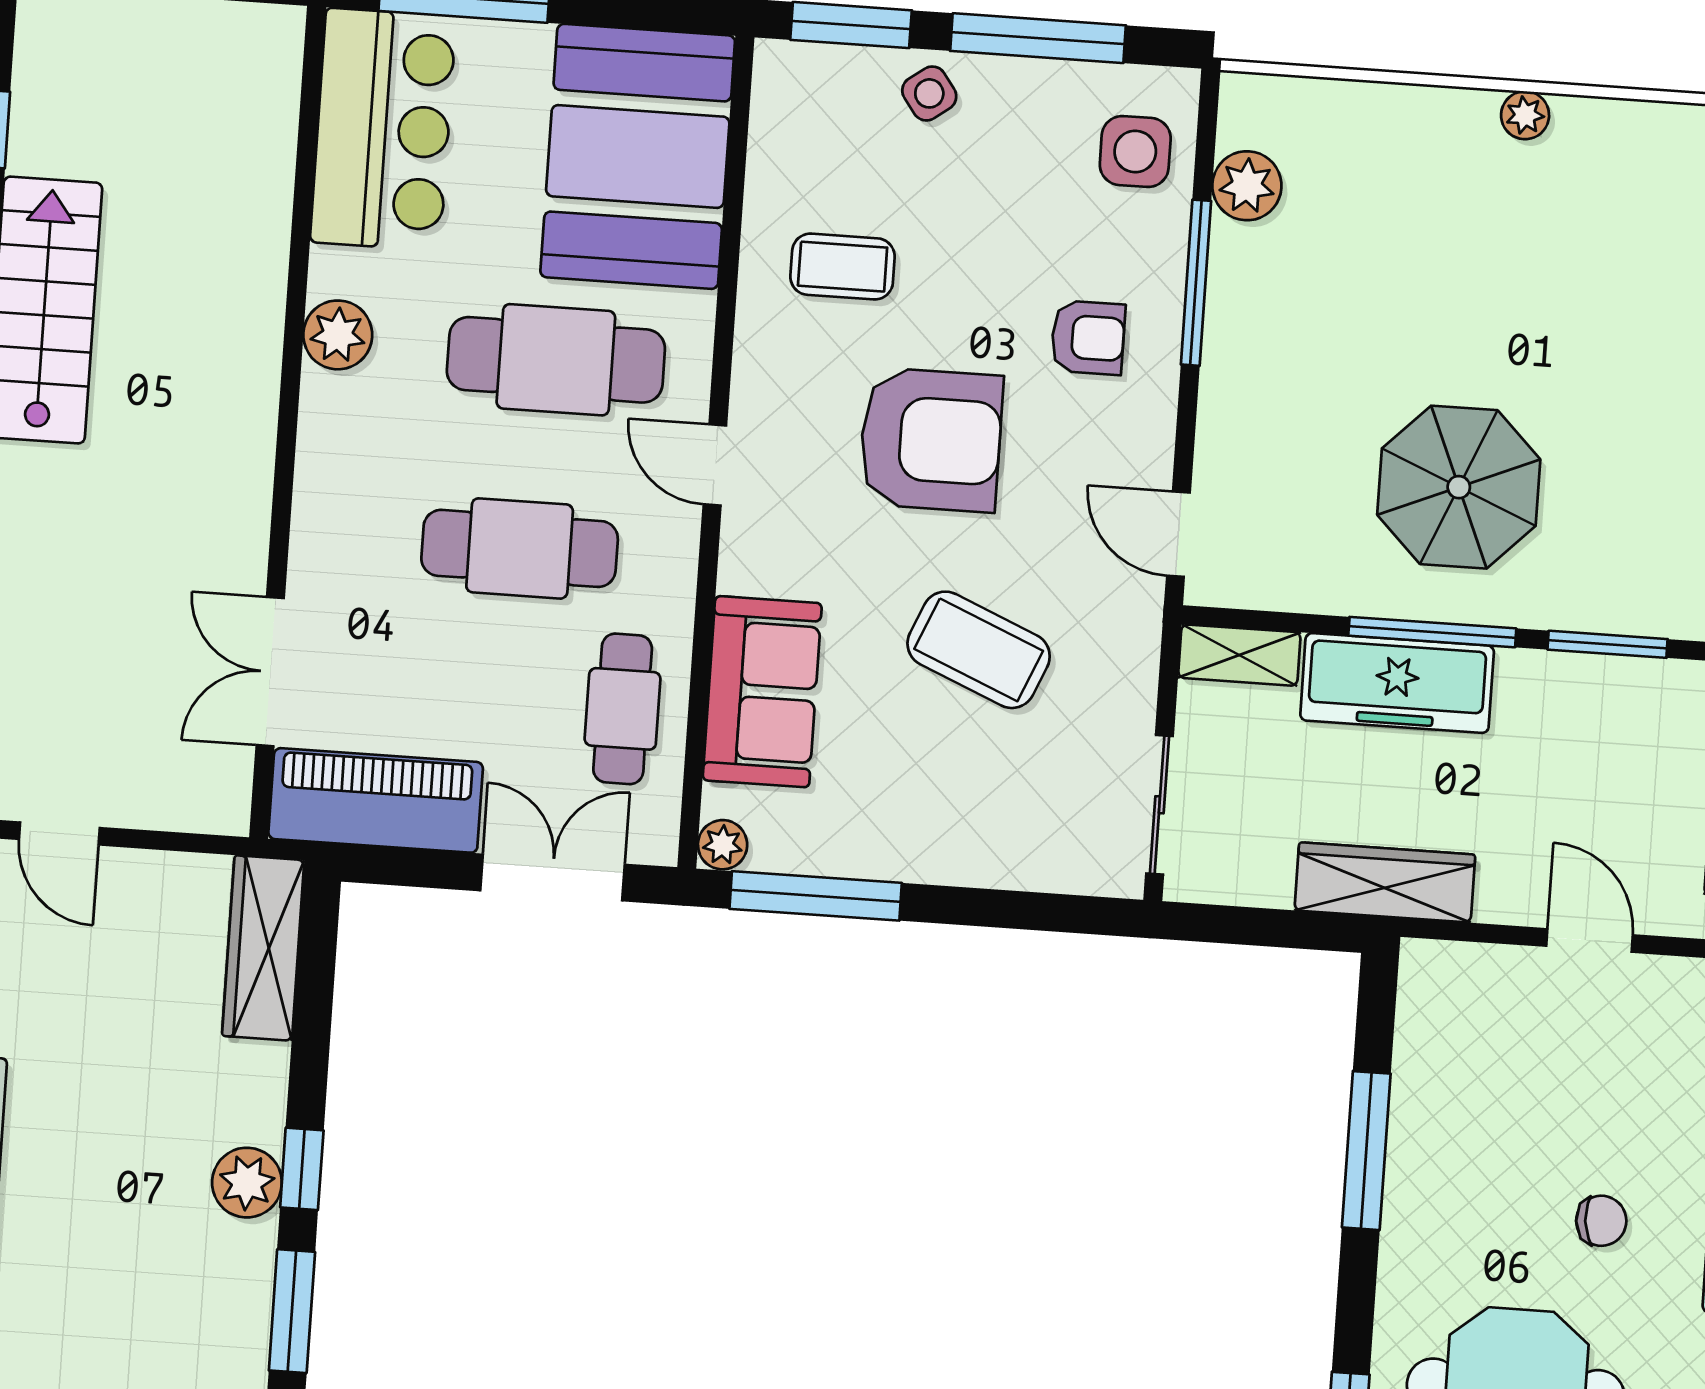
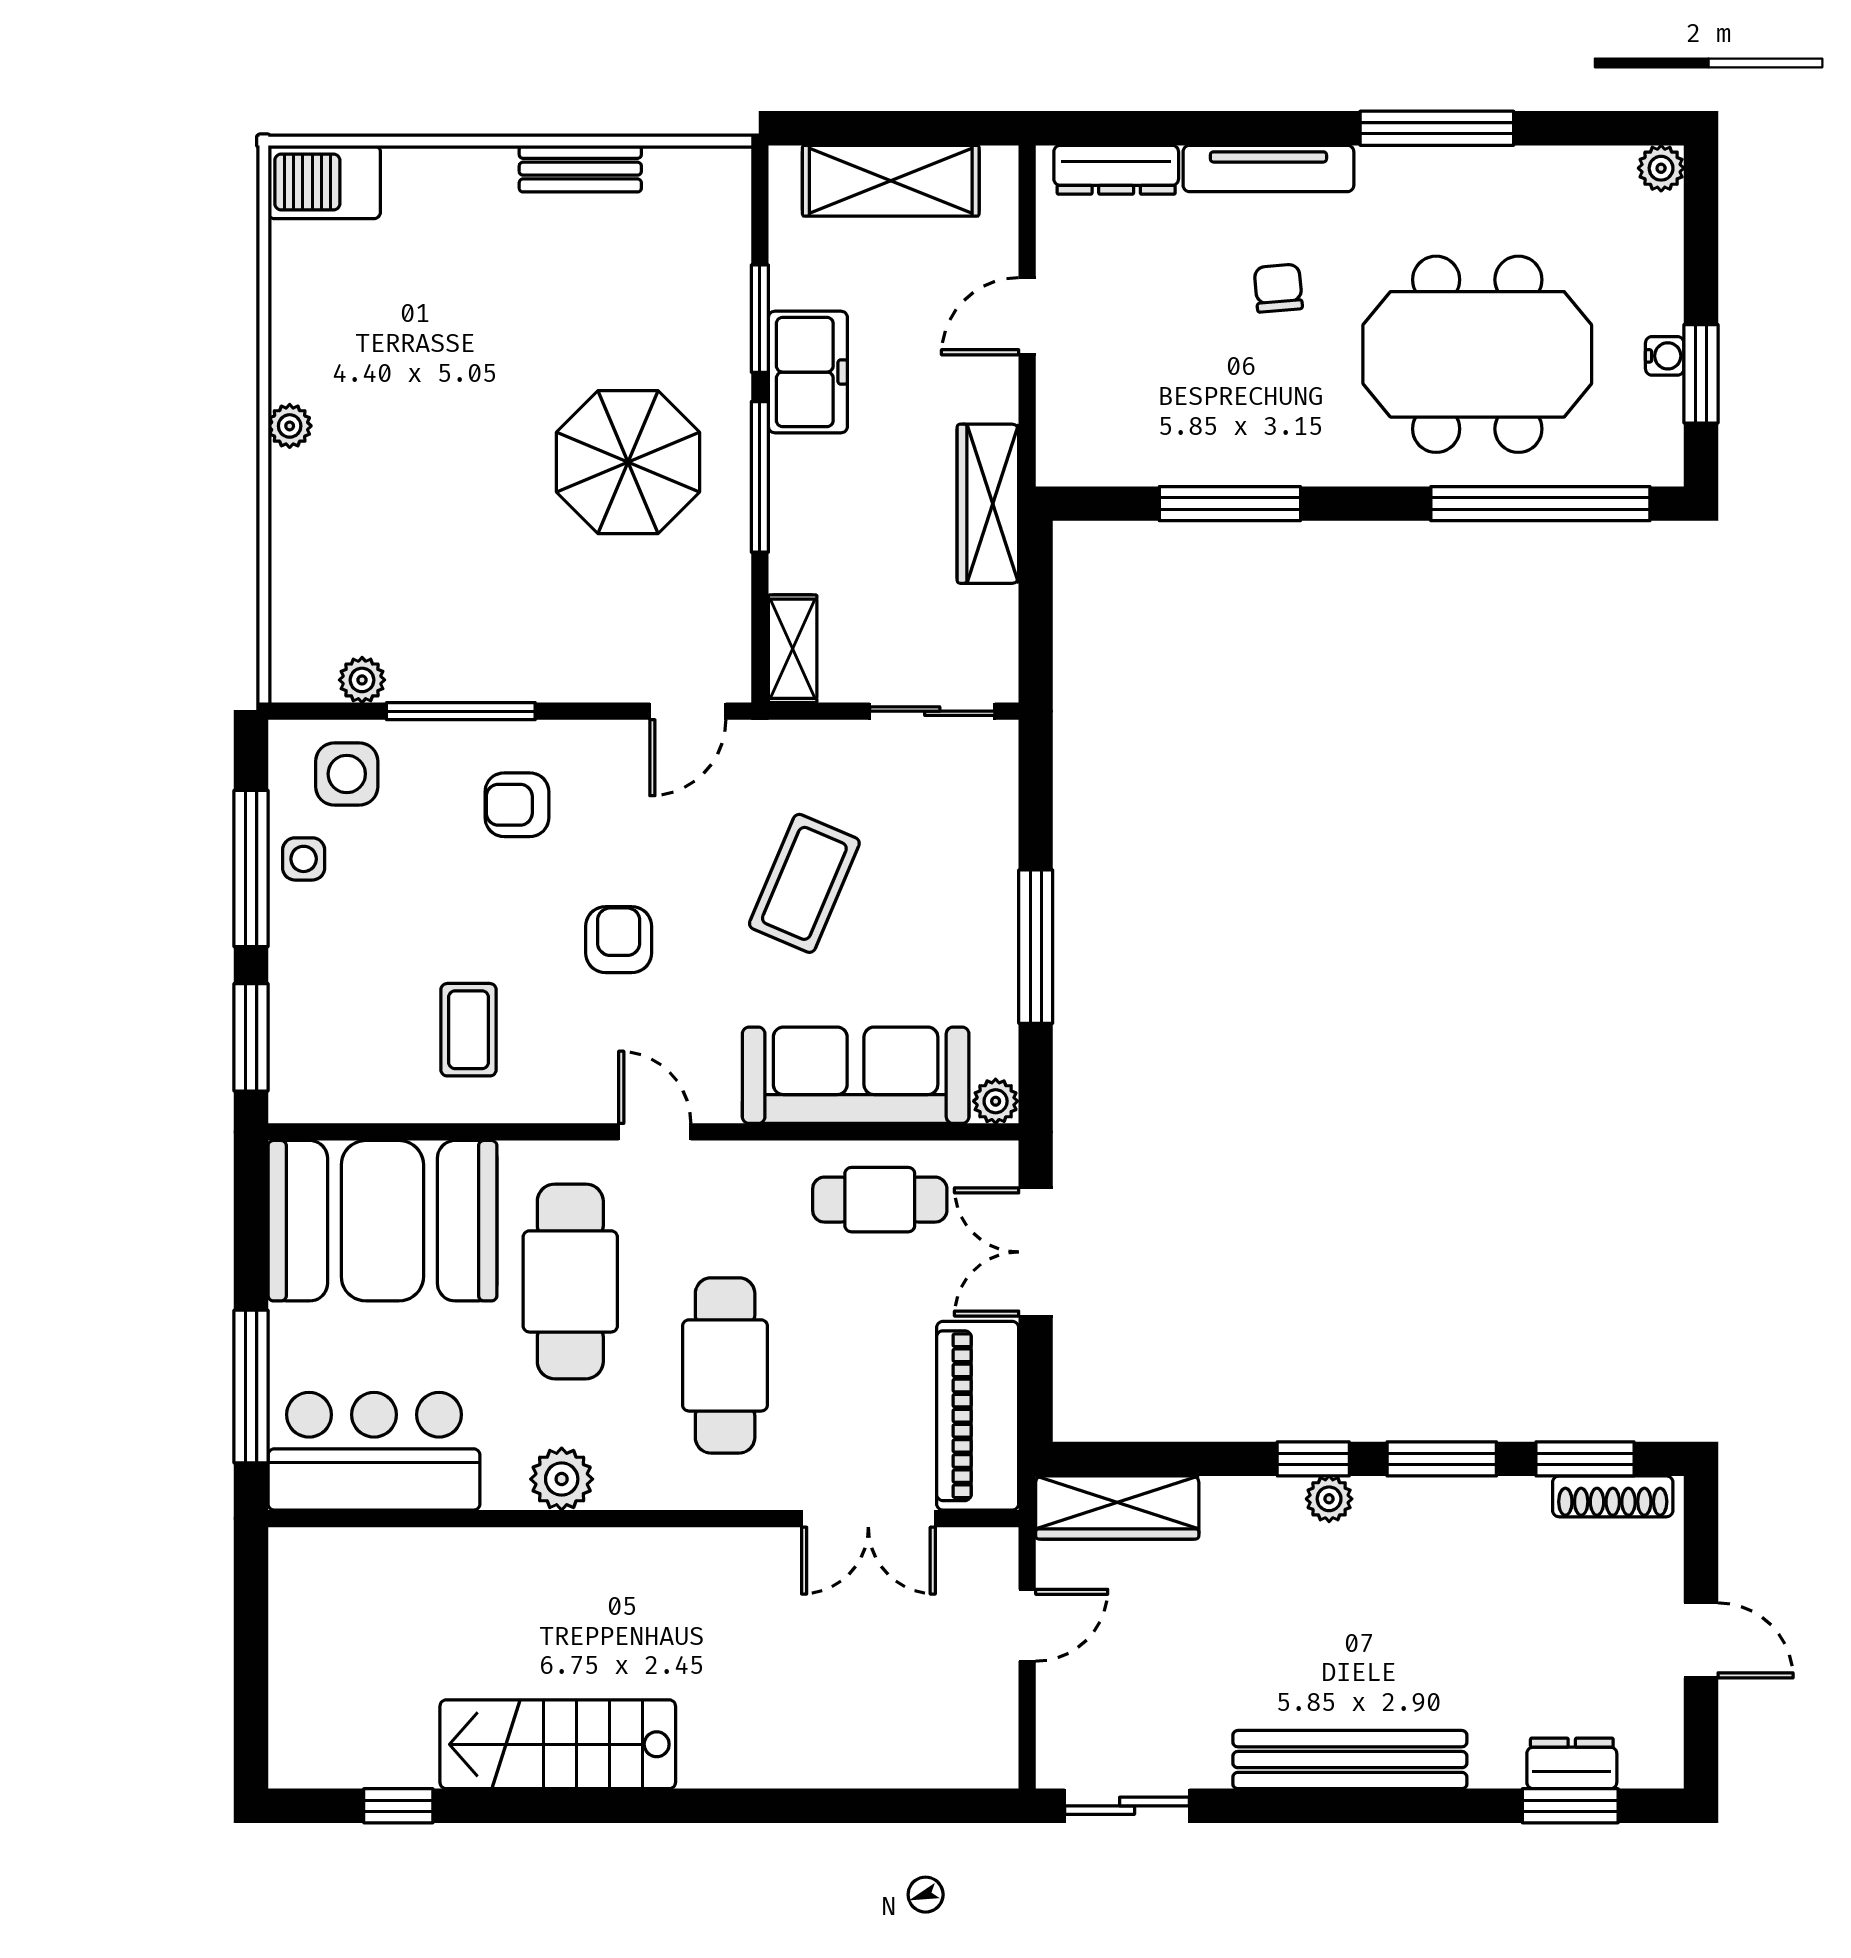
side table: (929, 93) -> (304, 859), moved, turned 36
plant: (1247, 186) -> (362, 680), width x0.73, depth x0.73
armchair: (1088, 338) -> (517, 805), turned -90
armchair: (931, 440) -> (619, 940), width x0.53, depth x0.53
door: (715, 465) -> (655, 1132), swing flipped
cafe table: (520, 548) -> (725, 1365), moved
freezer: (1397, 683) -> (808, 372), moved, width x0.71
sofa: (762, 692) -> (856, 1075), width x1.36
door: (59, 833) -> (1027, 1625), moved
window: (816, 896) -> (1036, 947), moved
plant: (247, 1183) -> (1329, 1499), width x0.73, depth x0.73

